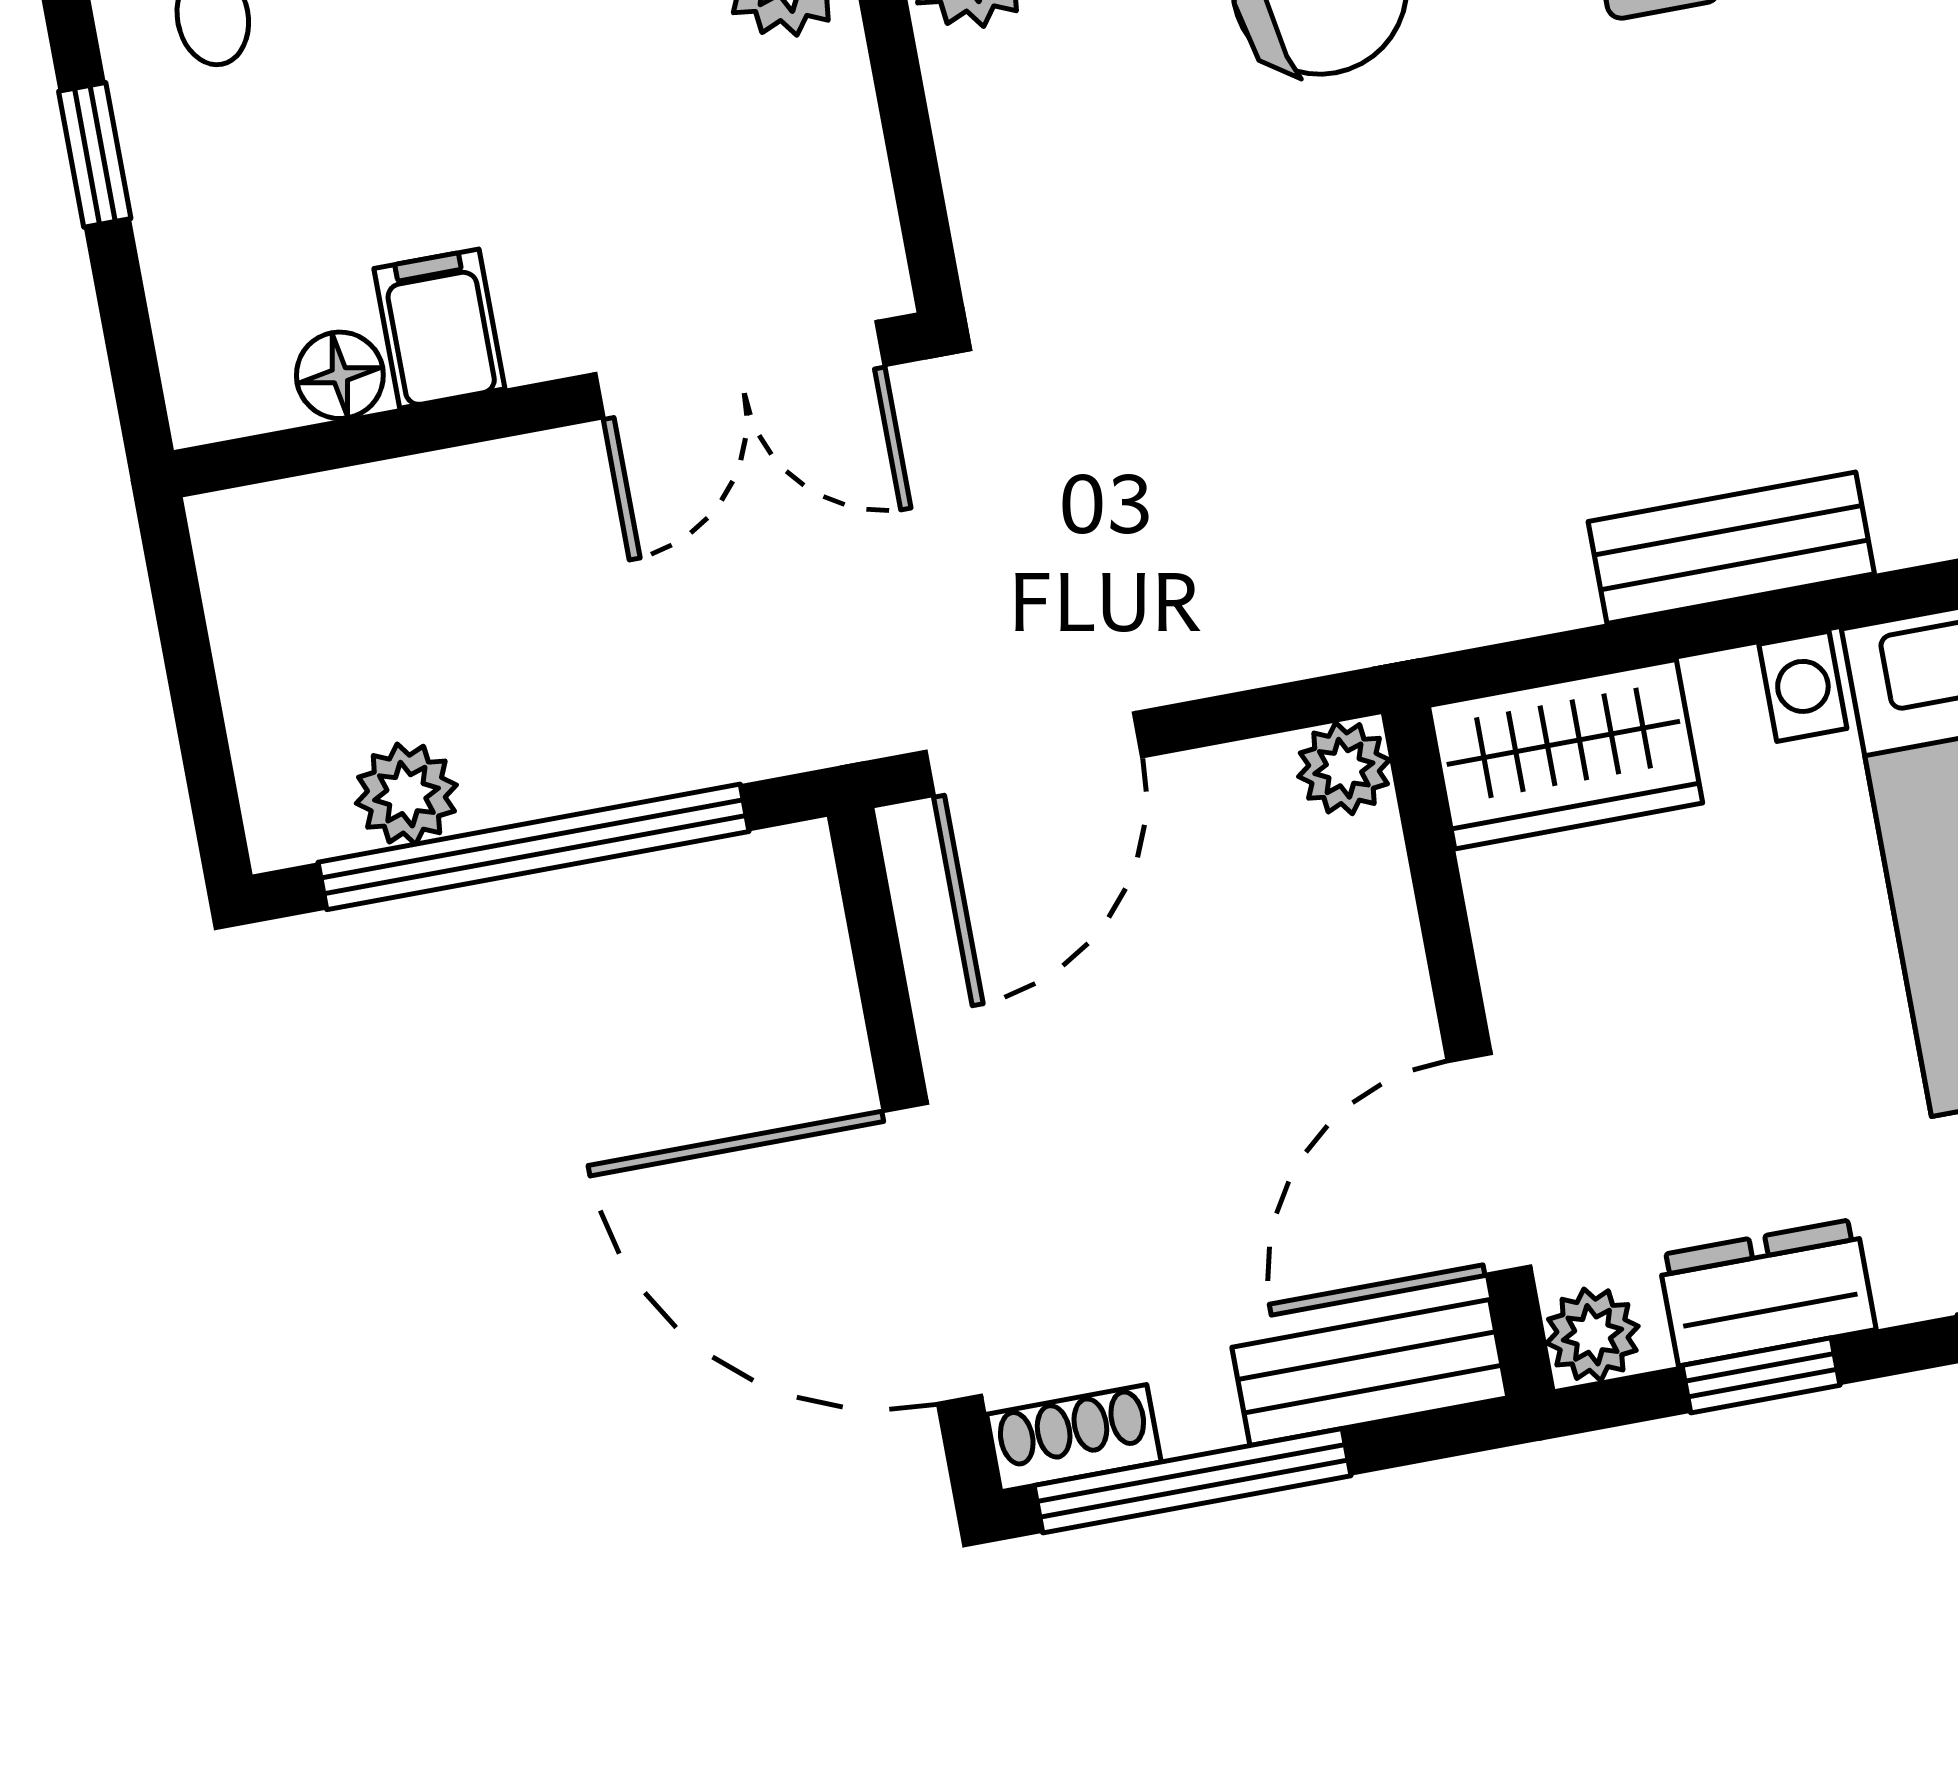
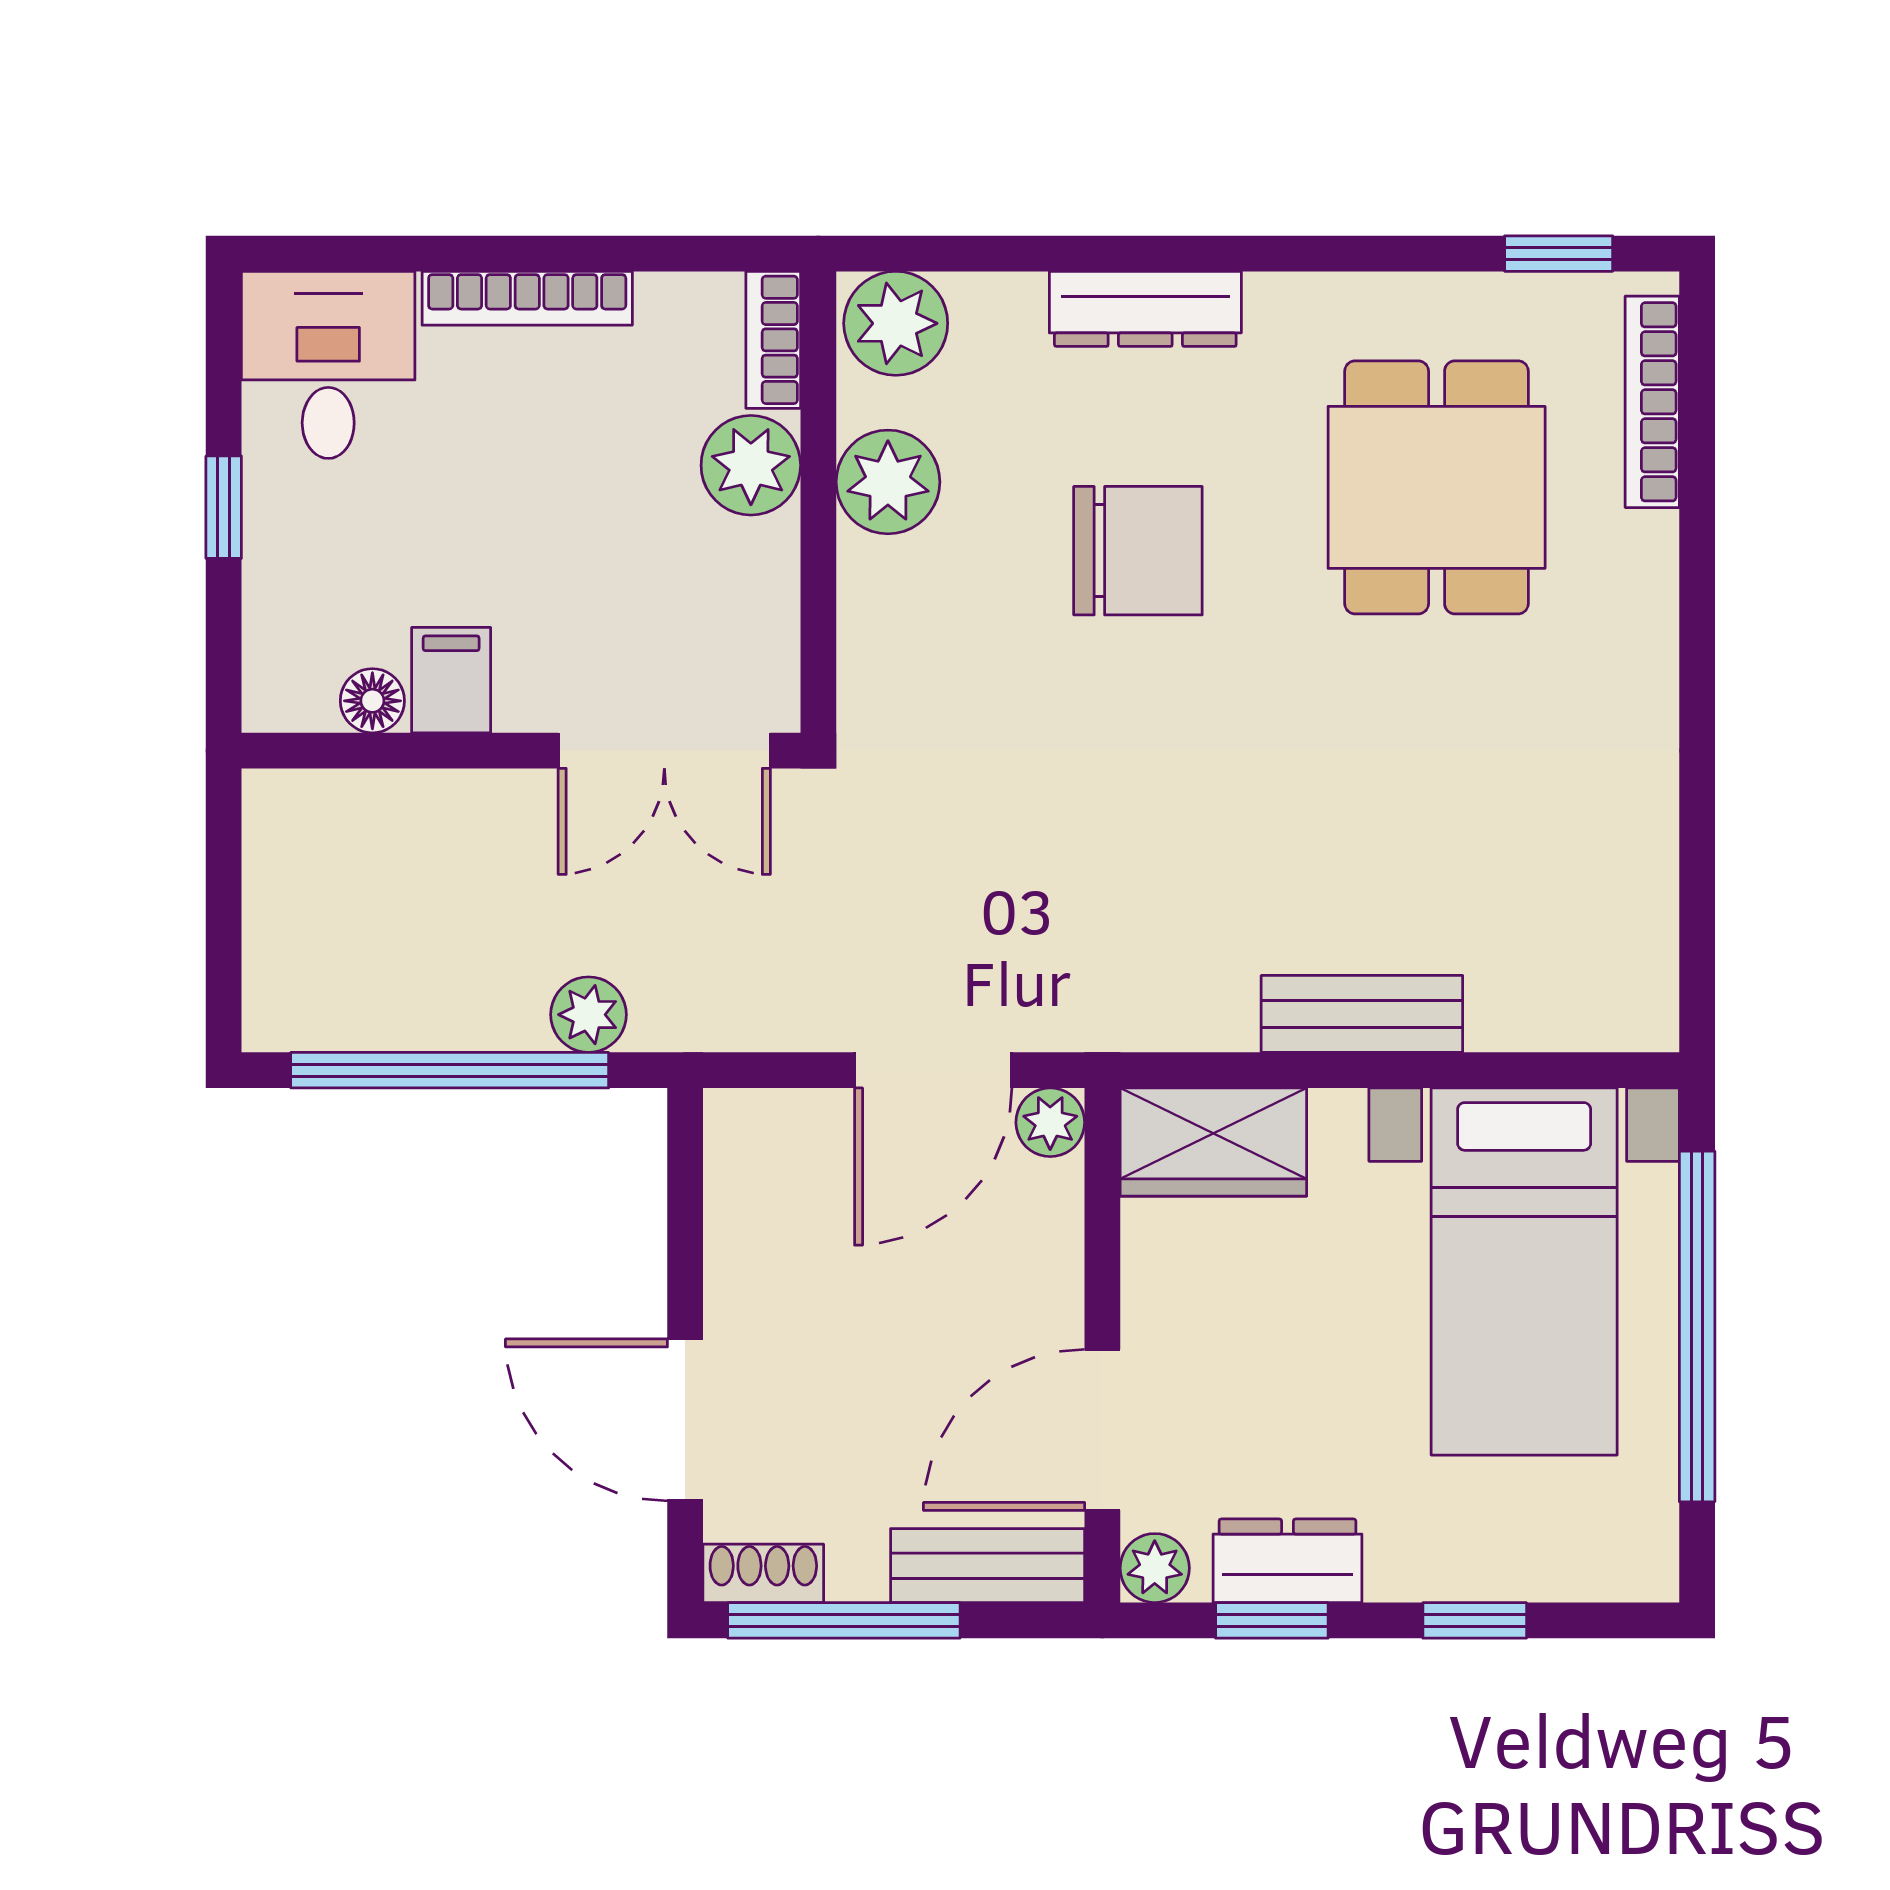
door: (1034, 754) -> (933, 1070), moved
plant: (406, 794) -> (588, 1015), moved
door: (932, 1253) -> (685, 1420), width x0.73

